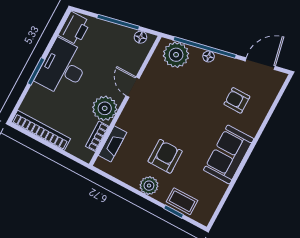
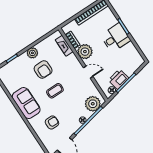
printer: (74, 28) -> (118, 79), moved, turned 78
desk: (63, 68) -> (115, 38), width x0.73
coffee table: (182, 201) -> (55, 91), moved

